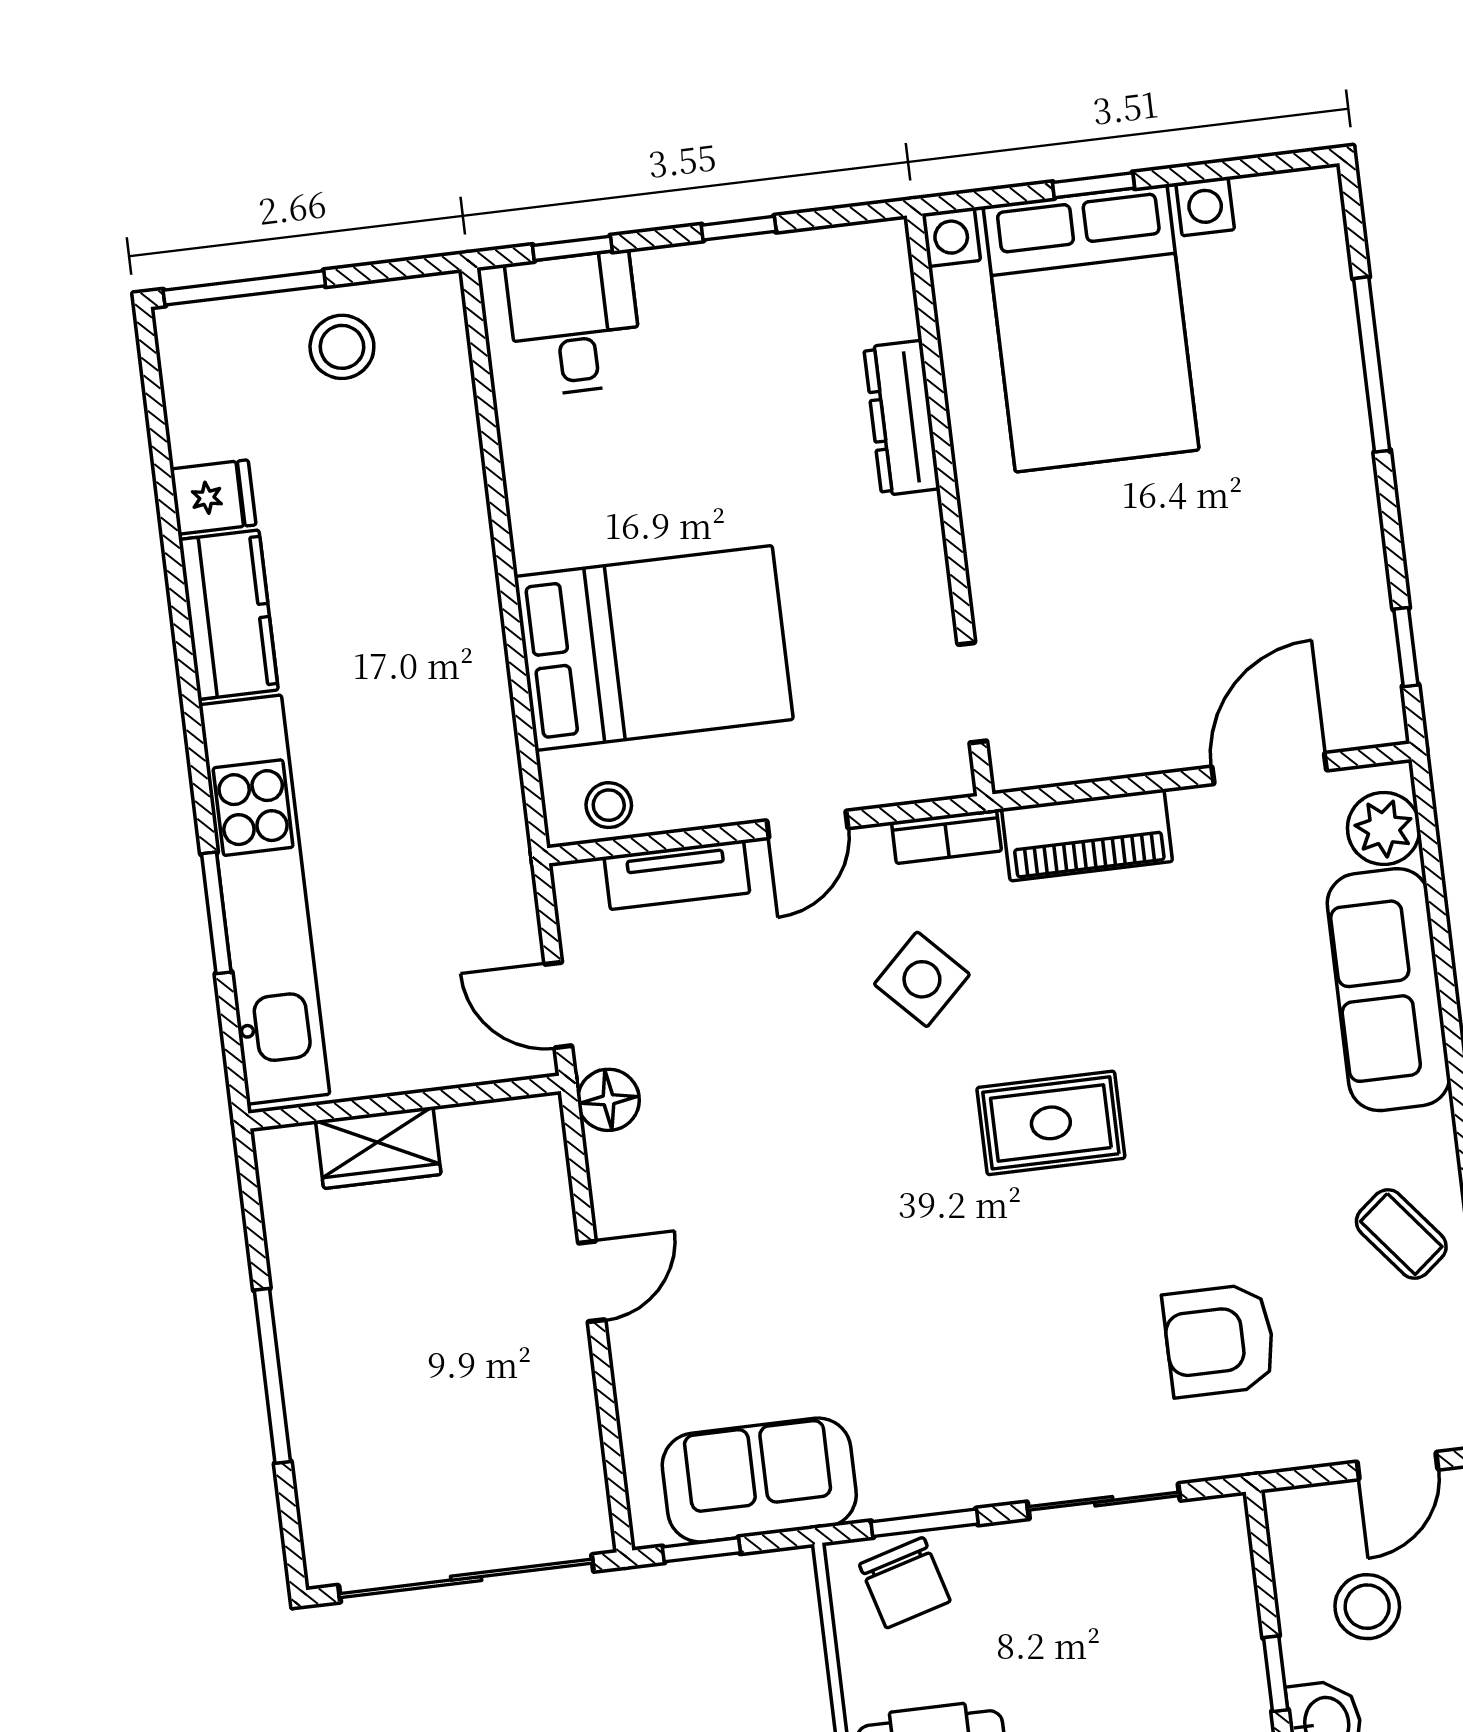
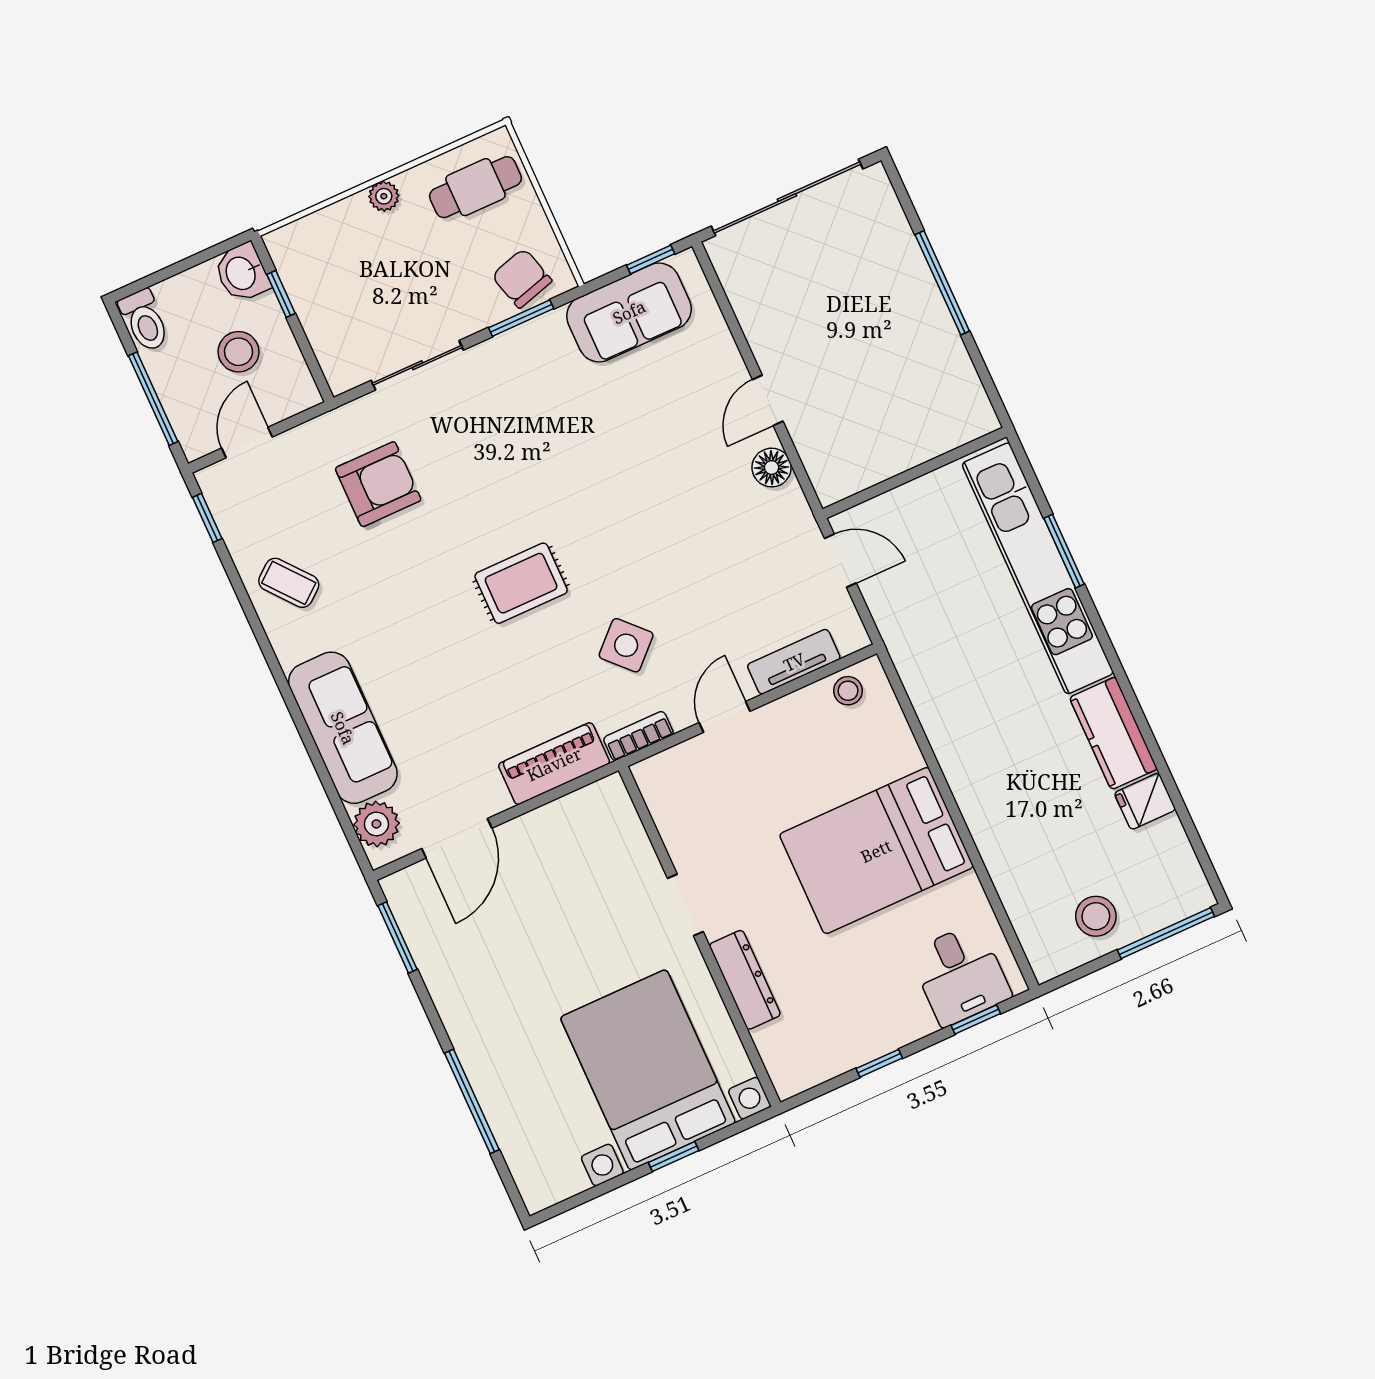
window: (1406, 647) -> (398, 937), width x1.50
bed: (654, 648) -> (876, 851), moved
doorway: (972, 693) -> (685, 905), moved
floor lamp: (608, 1100) -> (772, 468), moved
wardrobe: (378, 1148) -> (922, 441), removed

